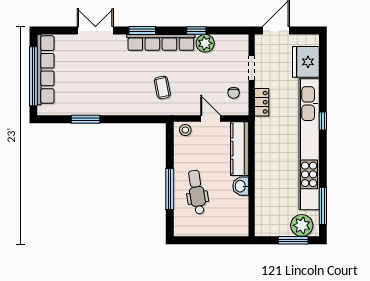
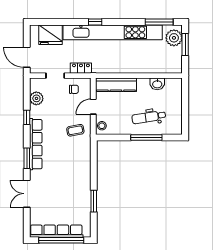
plant: (205, 43) -> (36, 98), moved
coffee table: (162, 87) -> (75, 130), moved
washbasin: (241, 186) -> (157, 84), moved

